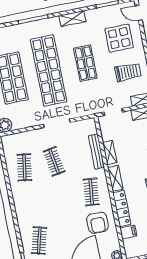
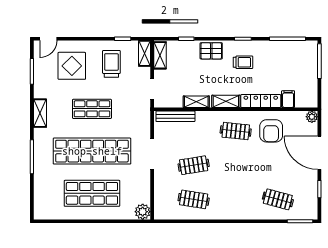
bench: (96, 152) -> (175, 116), moved
armchair: (97, 223) -> (271, 131), turned 90

